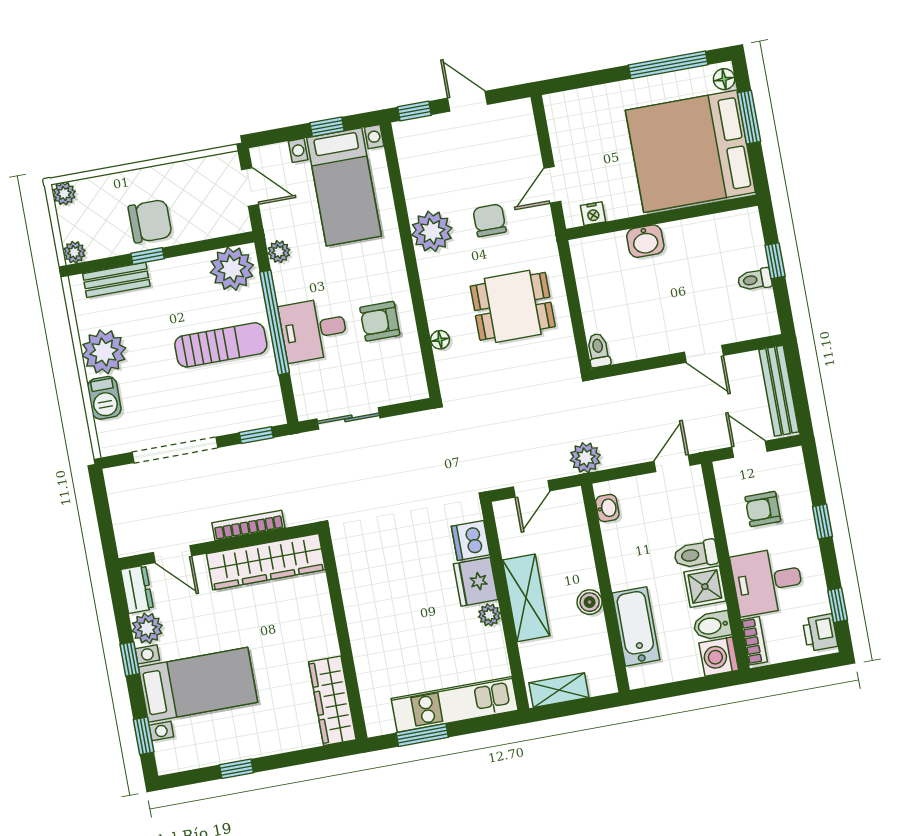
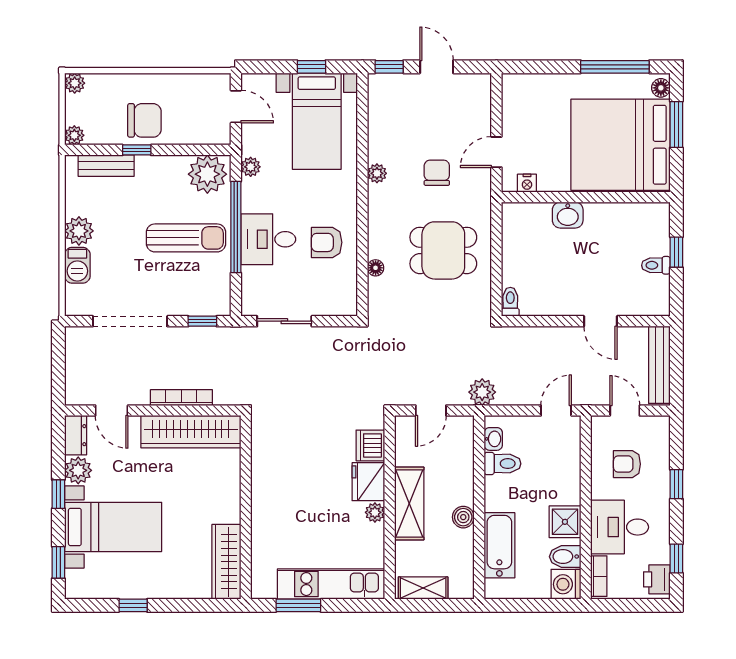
plant: (432, 231) -> (377, 173), width x0.53, depth x0.53
plant: (104, 352) -> (79, 231), width x0.73, depth x0.73
toilet: (696, 554) -> (502, 464), moved, turned 180

